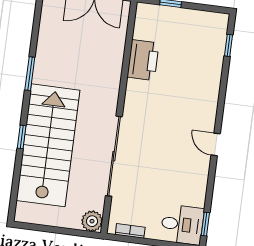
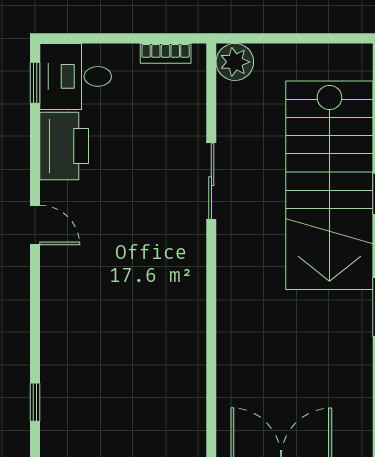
printer: (143, 60) -> (64, 146), moved, turned 180
sliding door: (114, 156) -> (211, 181), width x0.54

